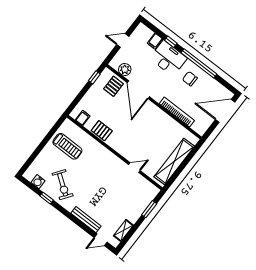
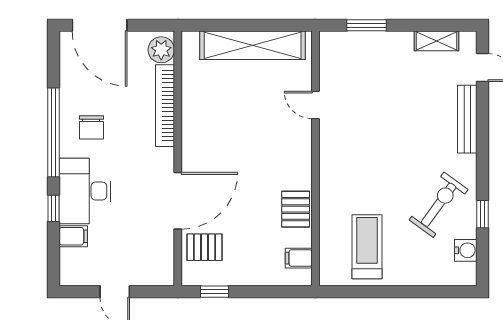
plant: (125, 69) -> (161, 50), moved

